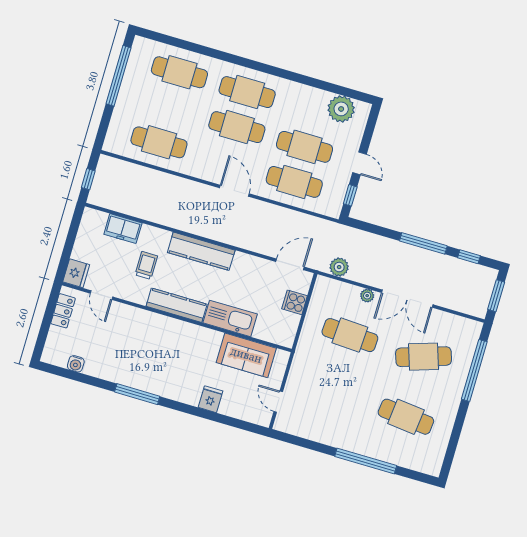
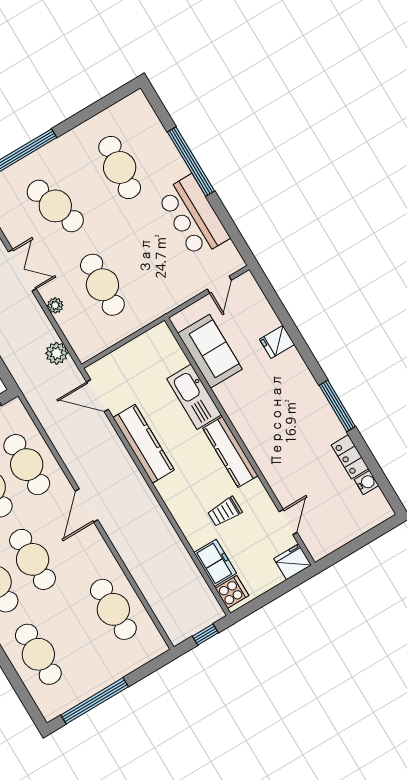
kitchen counter: (201, 251) -> (144, 444), moved
double door: (407, 299) -> (22, 270), width x0.73
cooker: (295, 302) -> (232, 592), moved, turned -90
locker: (63, 311) -> (350, 457), moved, turned -90
bar counter: (333, 429) -> (193, 216), added

